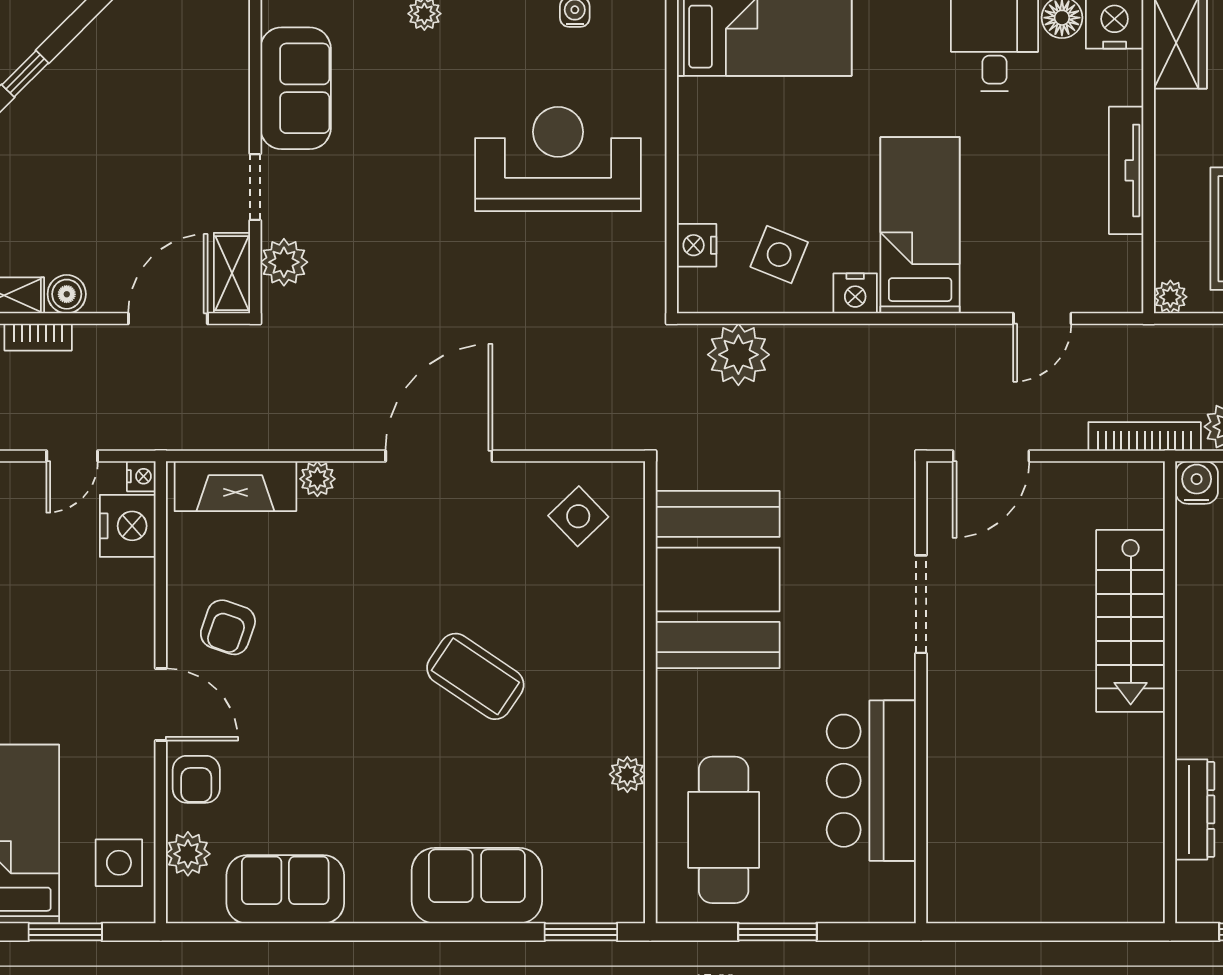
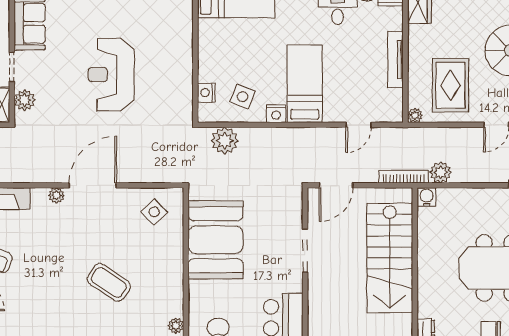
reception desk: (558, 159) -> (111, 75), moved, turned -90
plant: (317, 479) -> (57, 195), moved
stairs: (1131, 621) -> (390, 258), width x1.36, depth x1.51

